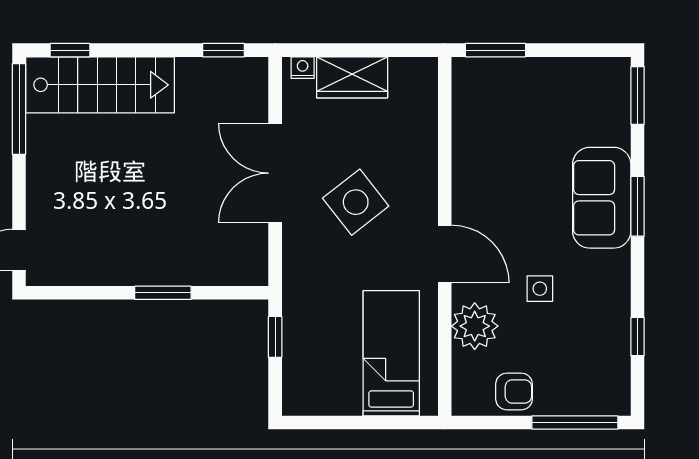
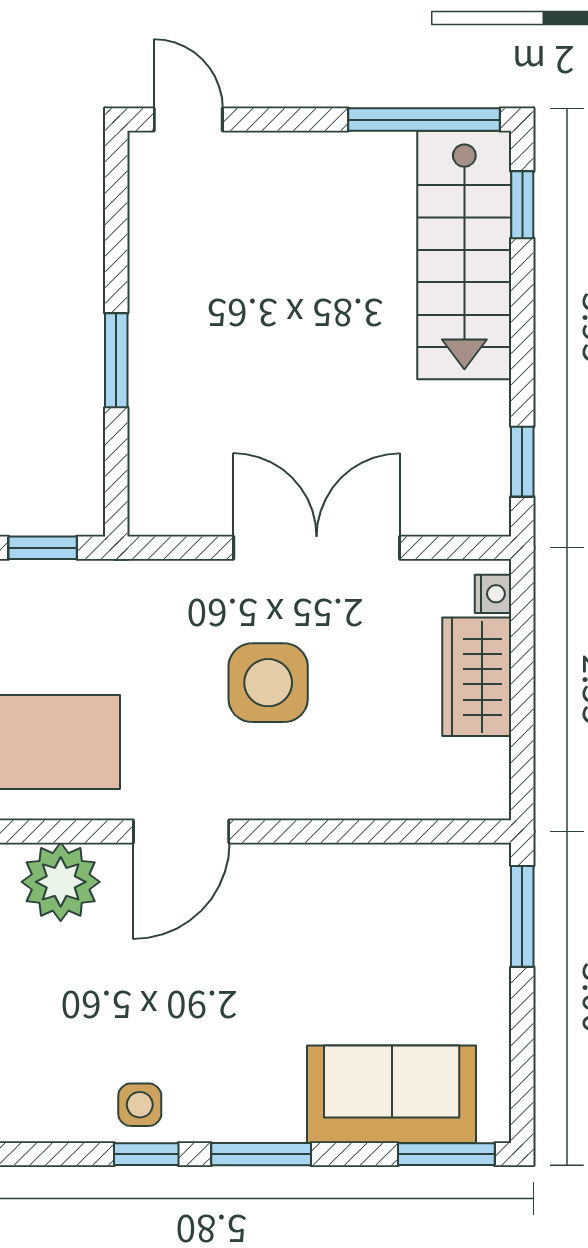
sofa: (602, 198) -> (392, 1094), moved
side table: (356, 202) -> (268, 683), turned 38
side table: (540, 289) -> (140, 1105), moved
window: (638, 337) -> (146, 1154), moved

